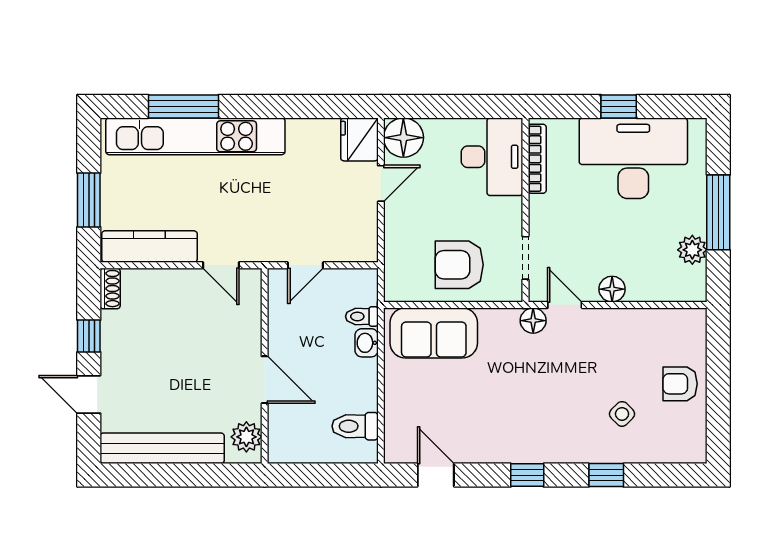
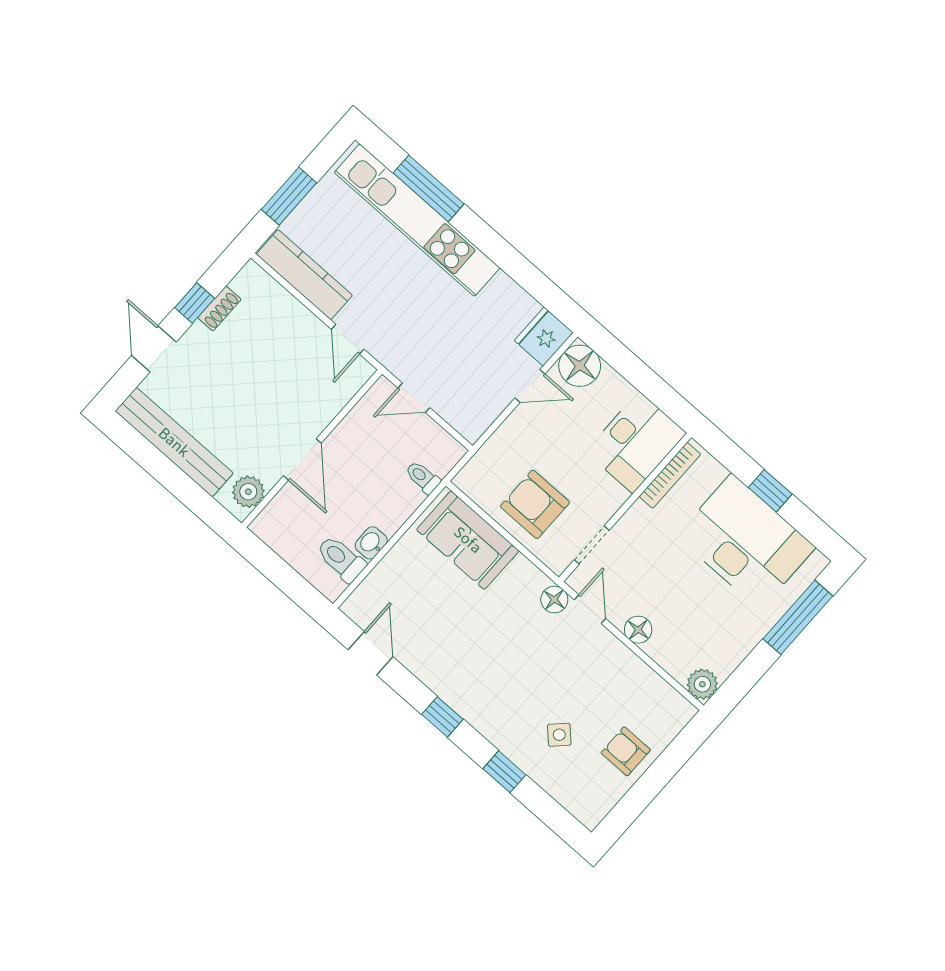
window: (718, 212) -> (798, 617), moved
plant: (692, 250) -> (702, 684), moved
shoe rack: (110, 289) -> (219, 309), moved
washbasin: (367, 343) -> (371, 543), moved

